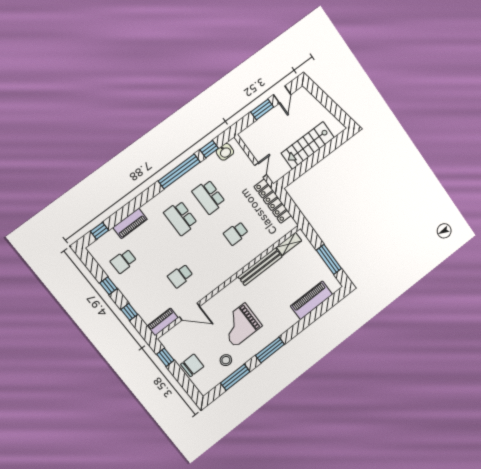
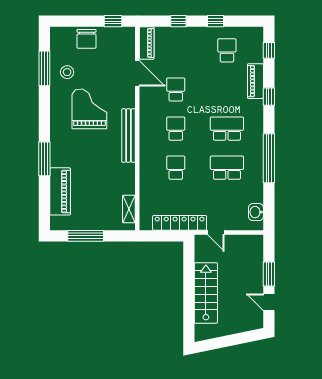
window: (209, 149) -> (269, 97), moved
school desk: (208, 254) -> (176, 129), added
bench: (260, 267) -> (129, 136), moved
door: (190, 312) -> (137, 73), swing flipped
window: (270, 350) -> (44, 159), moved

